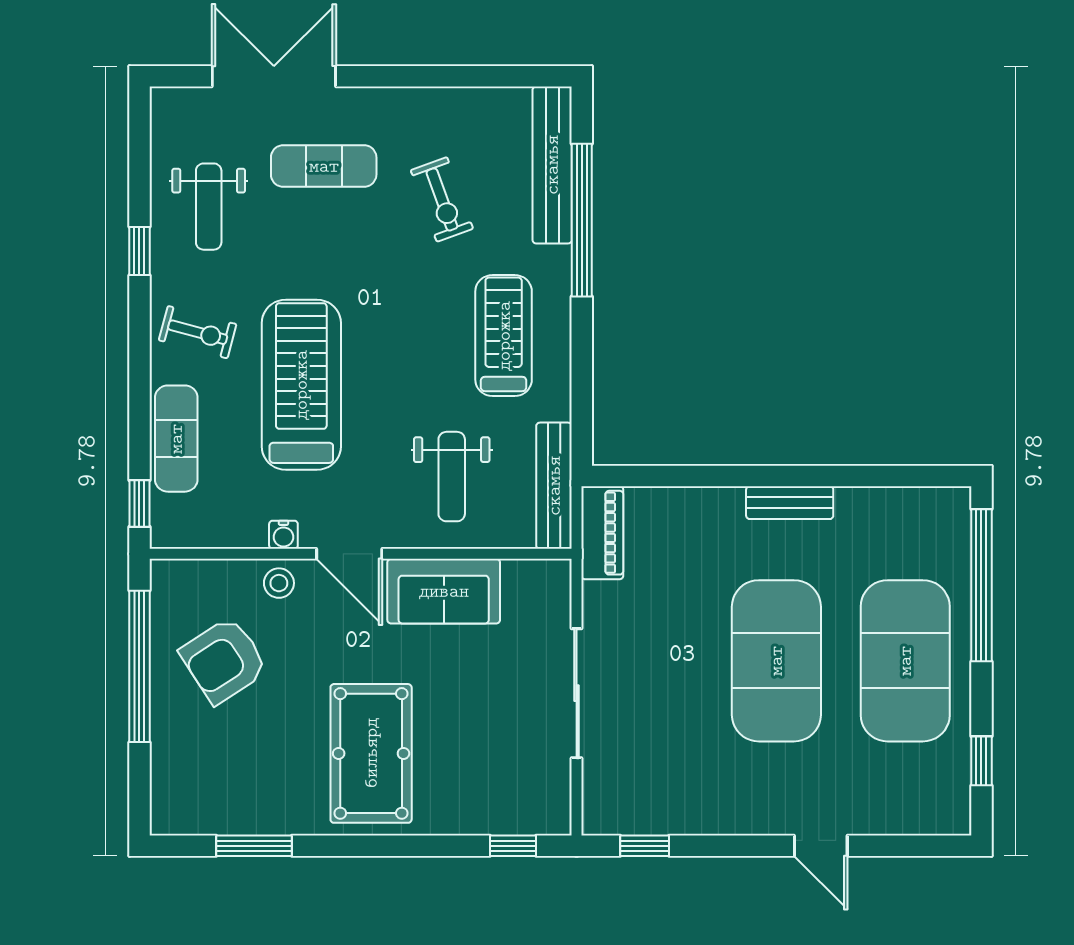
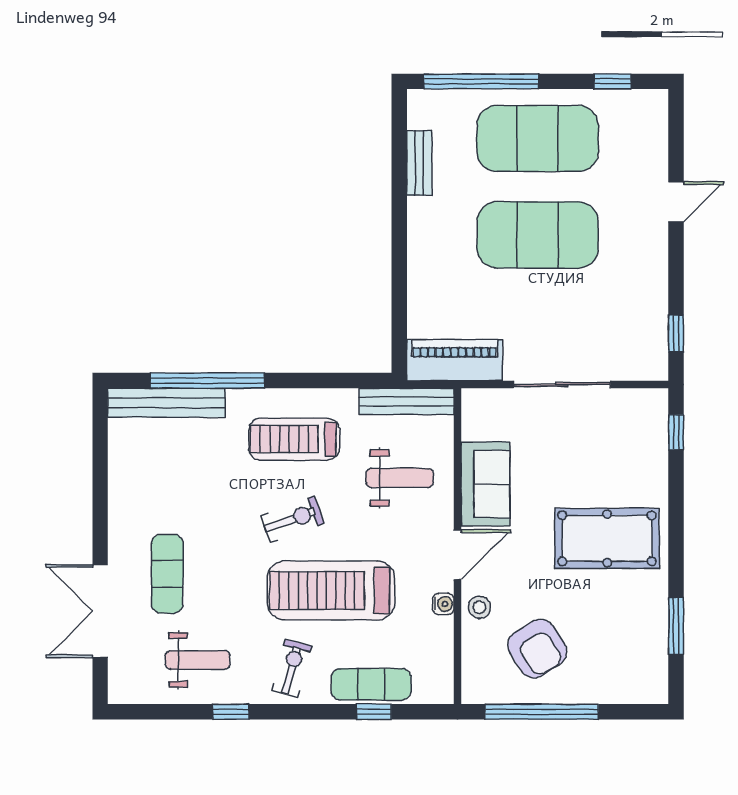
exercise bike: (442, 199) -> (292, 519), moved
bench: (790, 503) -> (419, 163), moved
window: (139, 504) -> (374, 712), moved
piano: (602, 533) -> (455, 360), width x1.37, depth x1.33

